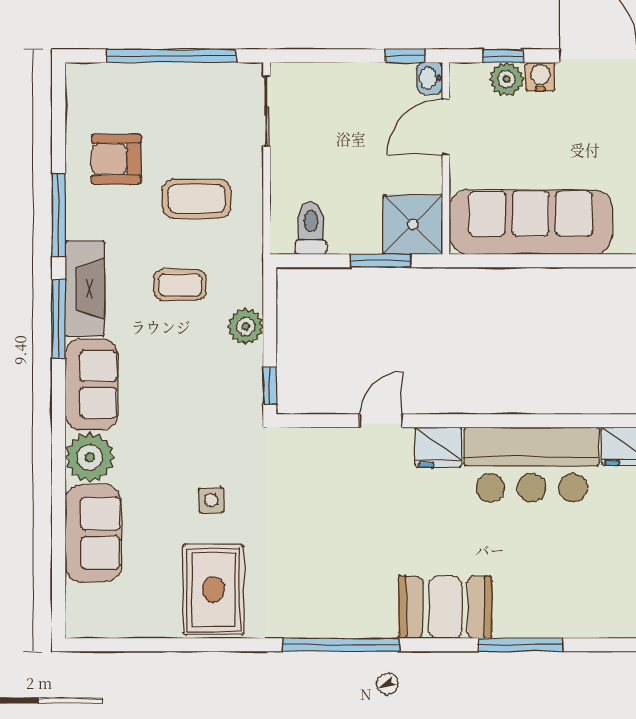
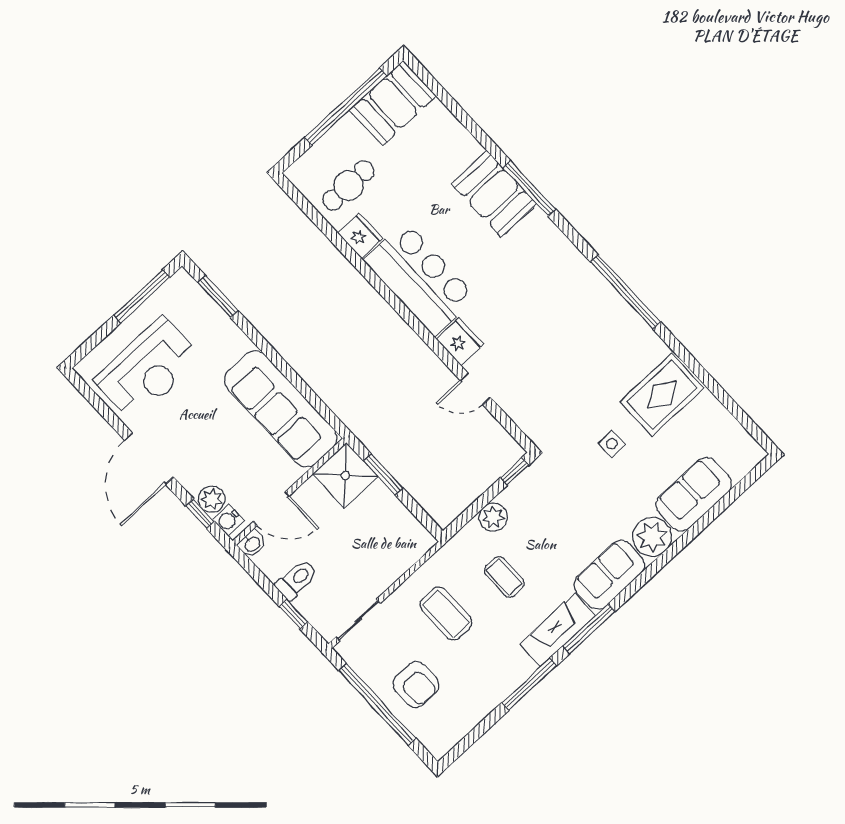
window: (405, 56) -> (293, 614), moved
water cooler: (540, 77) -> (228, 520), moved
armchair: (116, 159) -> (416, 685), moved
toilet: (311, 228) -> (296, 580), moved, turned 180
booth: (445, 607) -> (494, 194), moved

